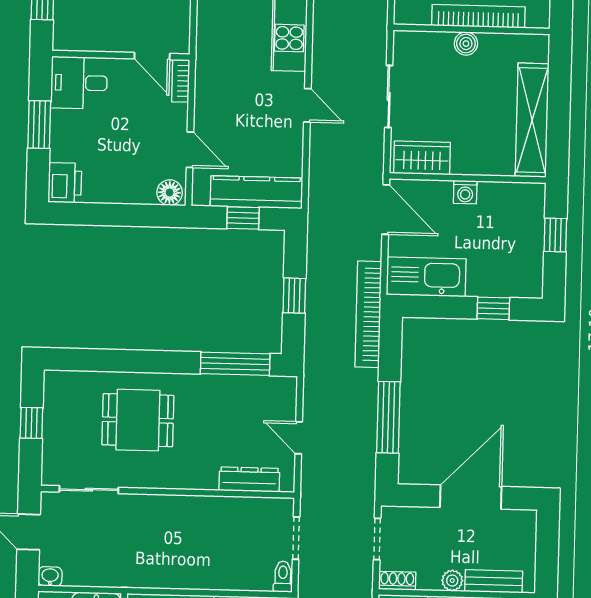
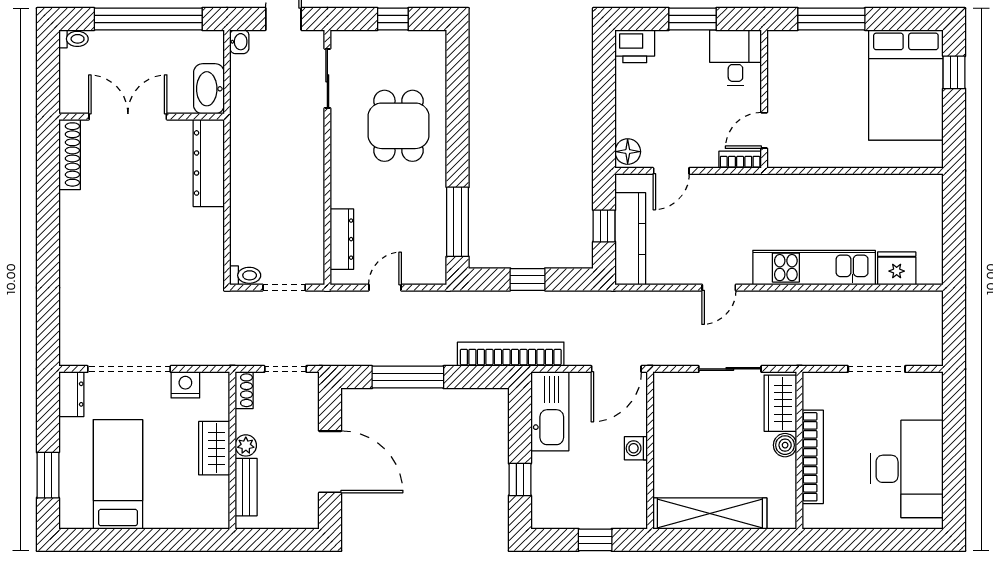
wardrobe: (422, 158) -> (780, 403), moved, turned 180

